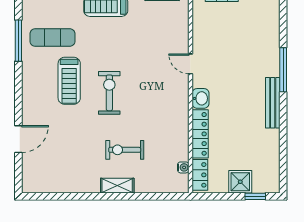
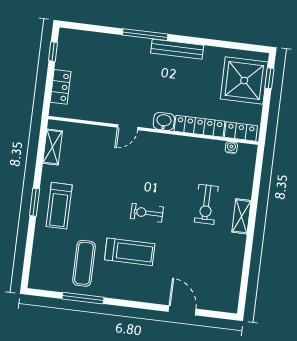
exercise bike: (109, 93) -> (147, 213), width x0.73, depth x0.72
shower: (240, 182) -> (244, 81), width x1.86, depth x1.86

